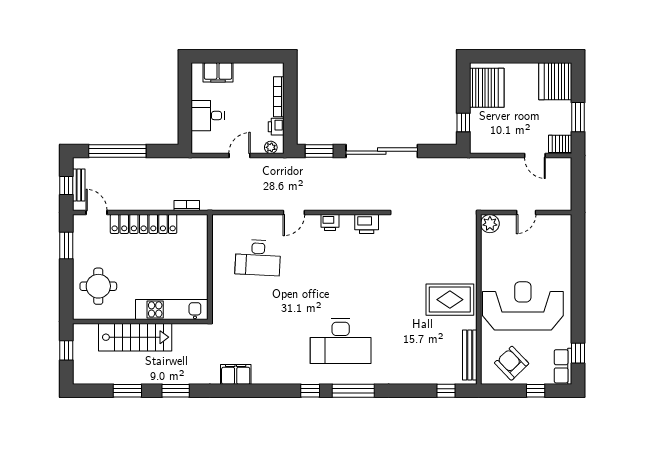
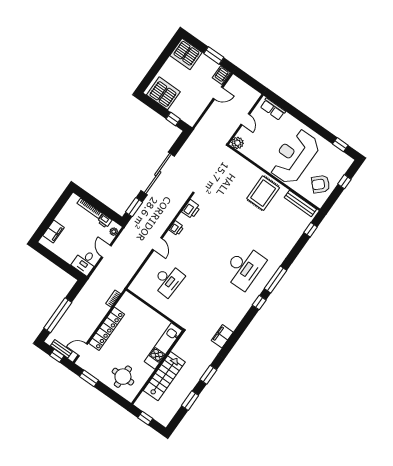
desk: (208, 116) -> (85, 262), moved
row of seats: (563, 366) -> (273, 109), moved

